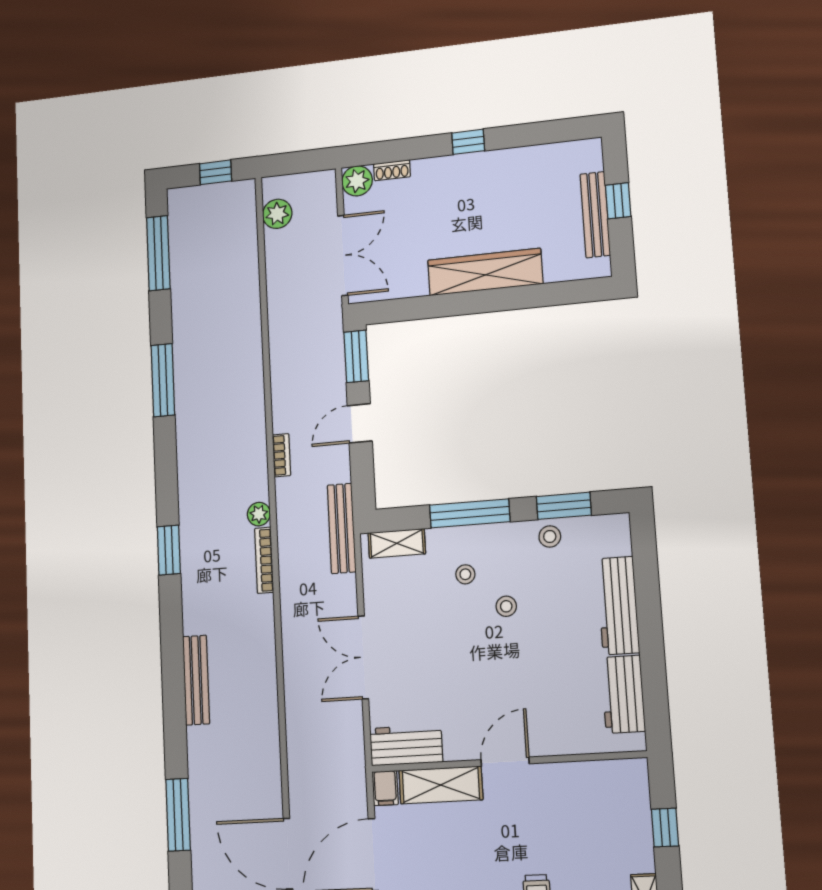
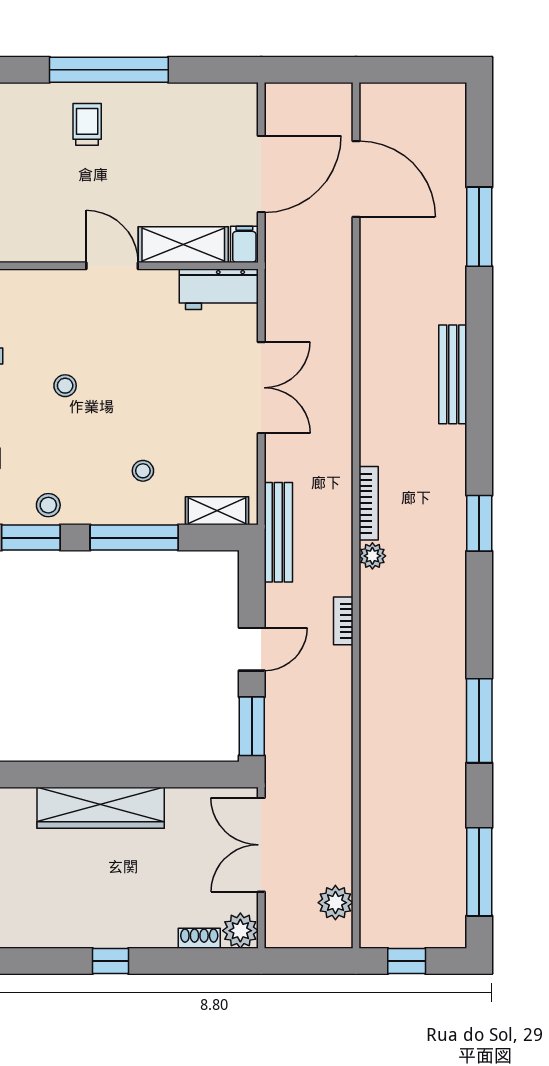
stool: (506, 606) -> (65, 386), moved
door: (505, 762) -> (112, 266), swing flipped

